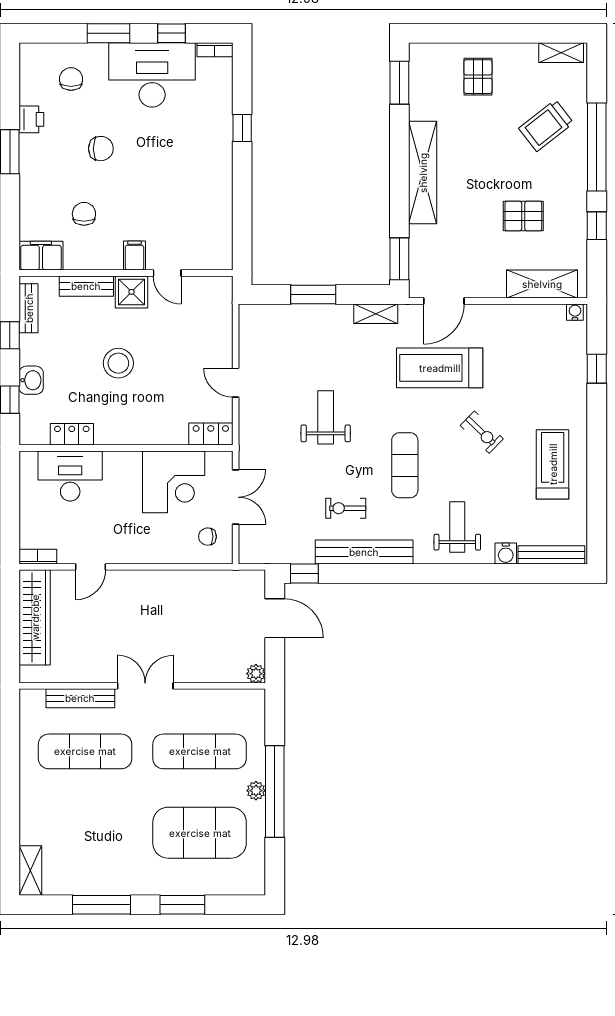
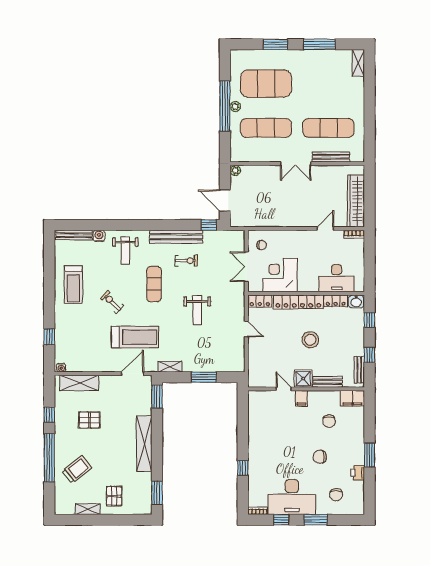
shelving: (561, 53) -> (88, 509), moved
washbasin: (31, 380) -> (356, 302), moved, turned -90
locker: (140, 432) -> (298, 302), added

